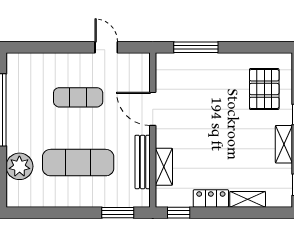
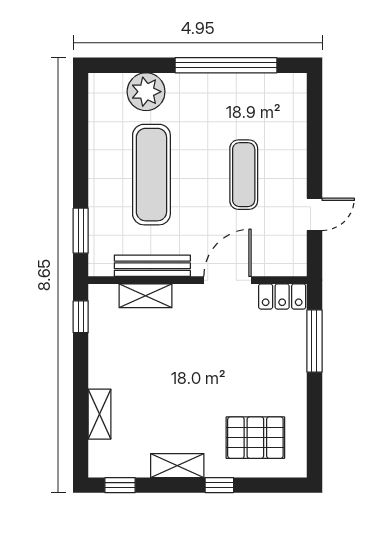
locker: (211, 198) -> (282, 296), moved, turned 90

